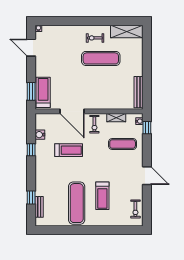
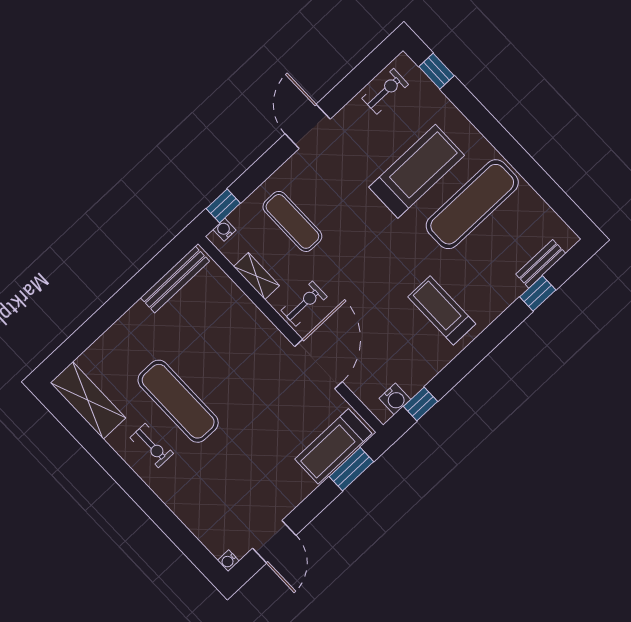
water cooler: (40, 135) -> (395, 399), moved
window: (31, 150) -> (421, 404), moved
treadmill: (69, 150) -> (442, 310), moved
treadmill: (102, 196) -> (417, 171), width x1.37, depth x1.38
window: (127, 230) -> (437, 71), added

